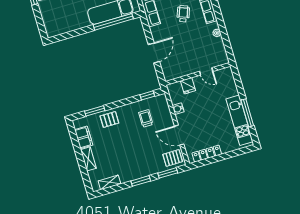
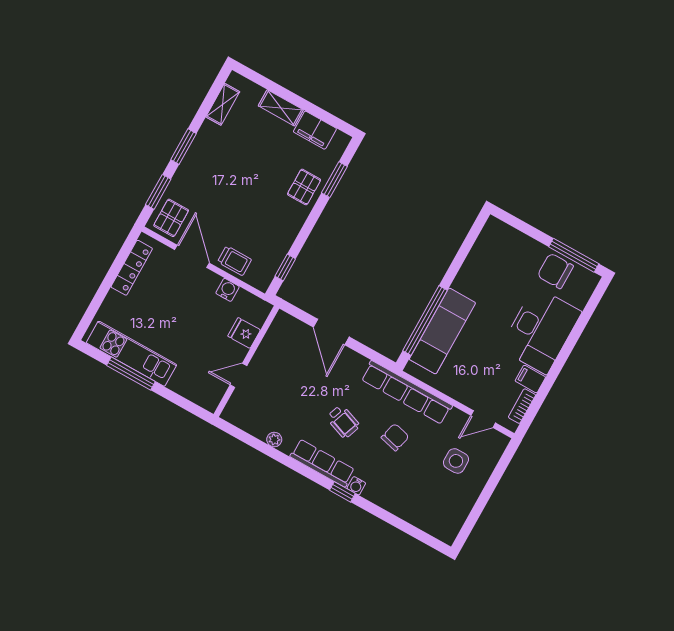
trolley: (146, 118) -> (234, 261), moved
door: (179, 135) -> (192, 256), hinge flipped

